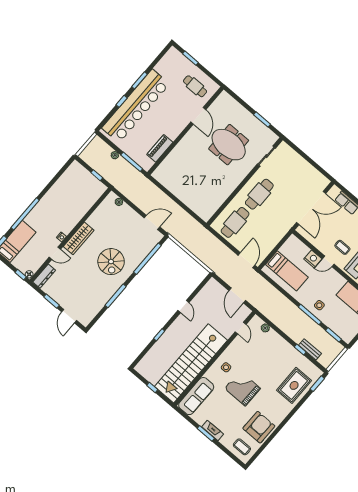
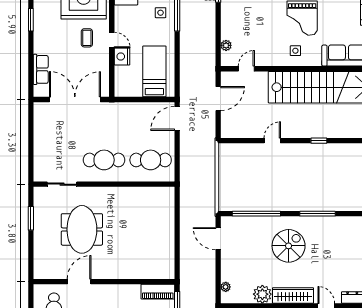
piano: (160, 148) -> (158, 292), moved
plant: (95, 220) -> (262, 294), added

